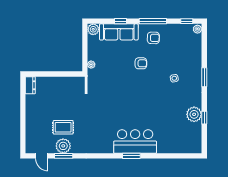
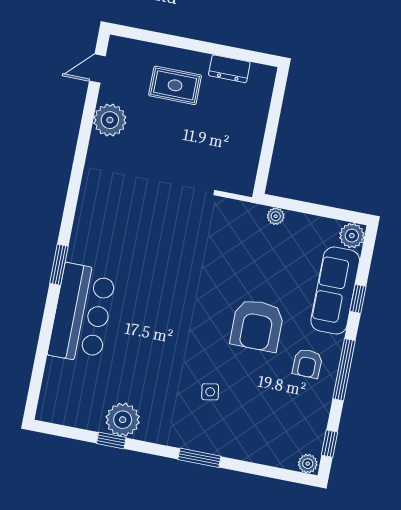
armchair: (141, 63) -> (257, 325), width x1.88, depth x1.88
dresser: (30, 85) -> (229, 69), moved
rug: (63, 127) -> (175, 85), moved, turned 90
bar counter: (135, 141) -> (82, 313), moved
window: (64, 156) -> (88, 117), removed

